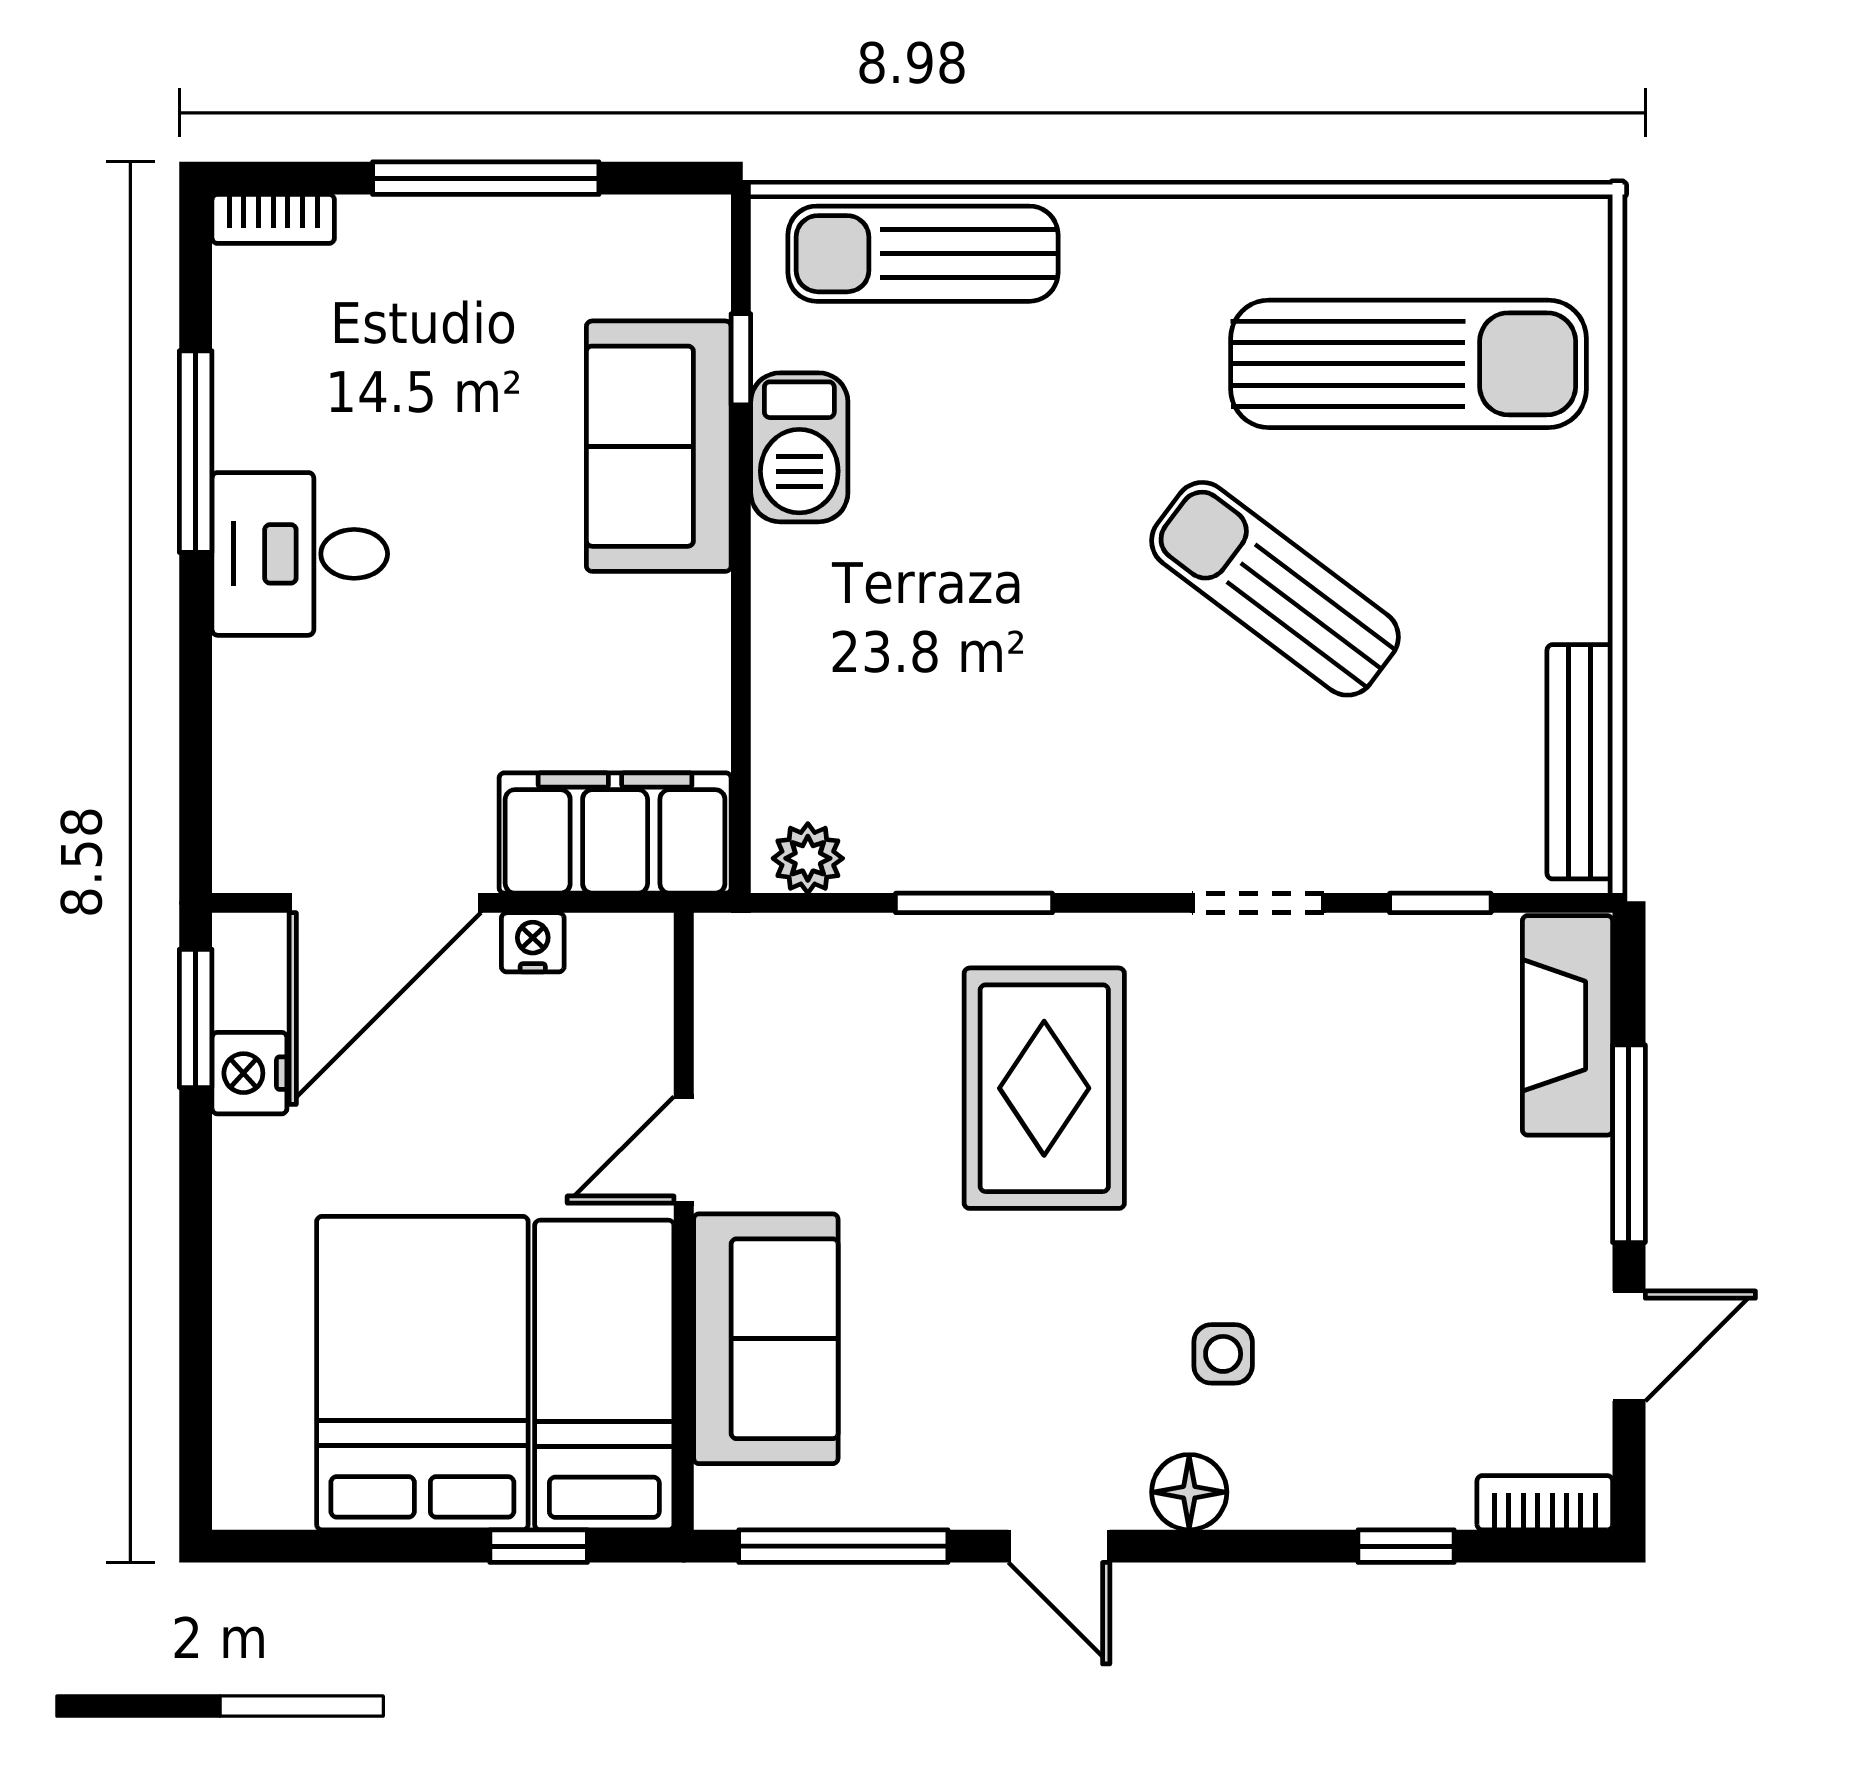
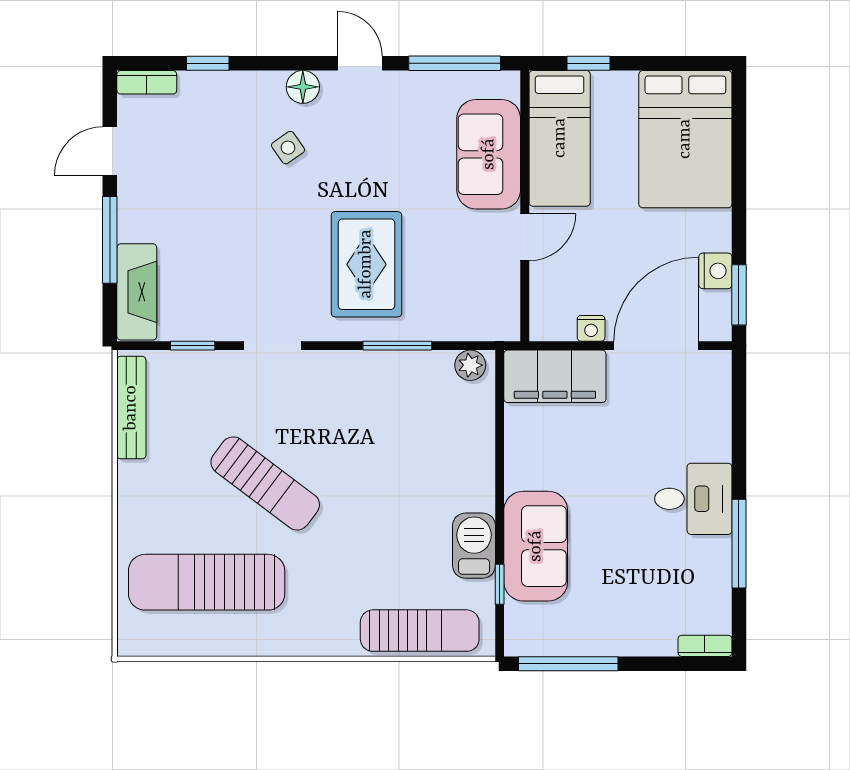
window: (486, 178) -> (568, 664), moved
side table: (1223, 1354) -> (288, 148), turned -35
bed: (422, 1373) -> (685, 139), moved

